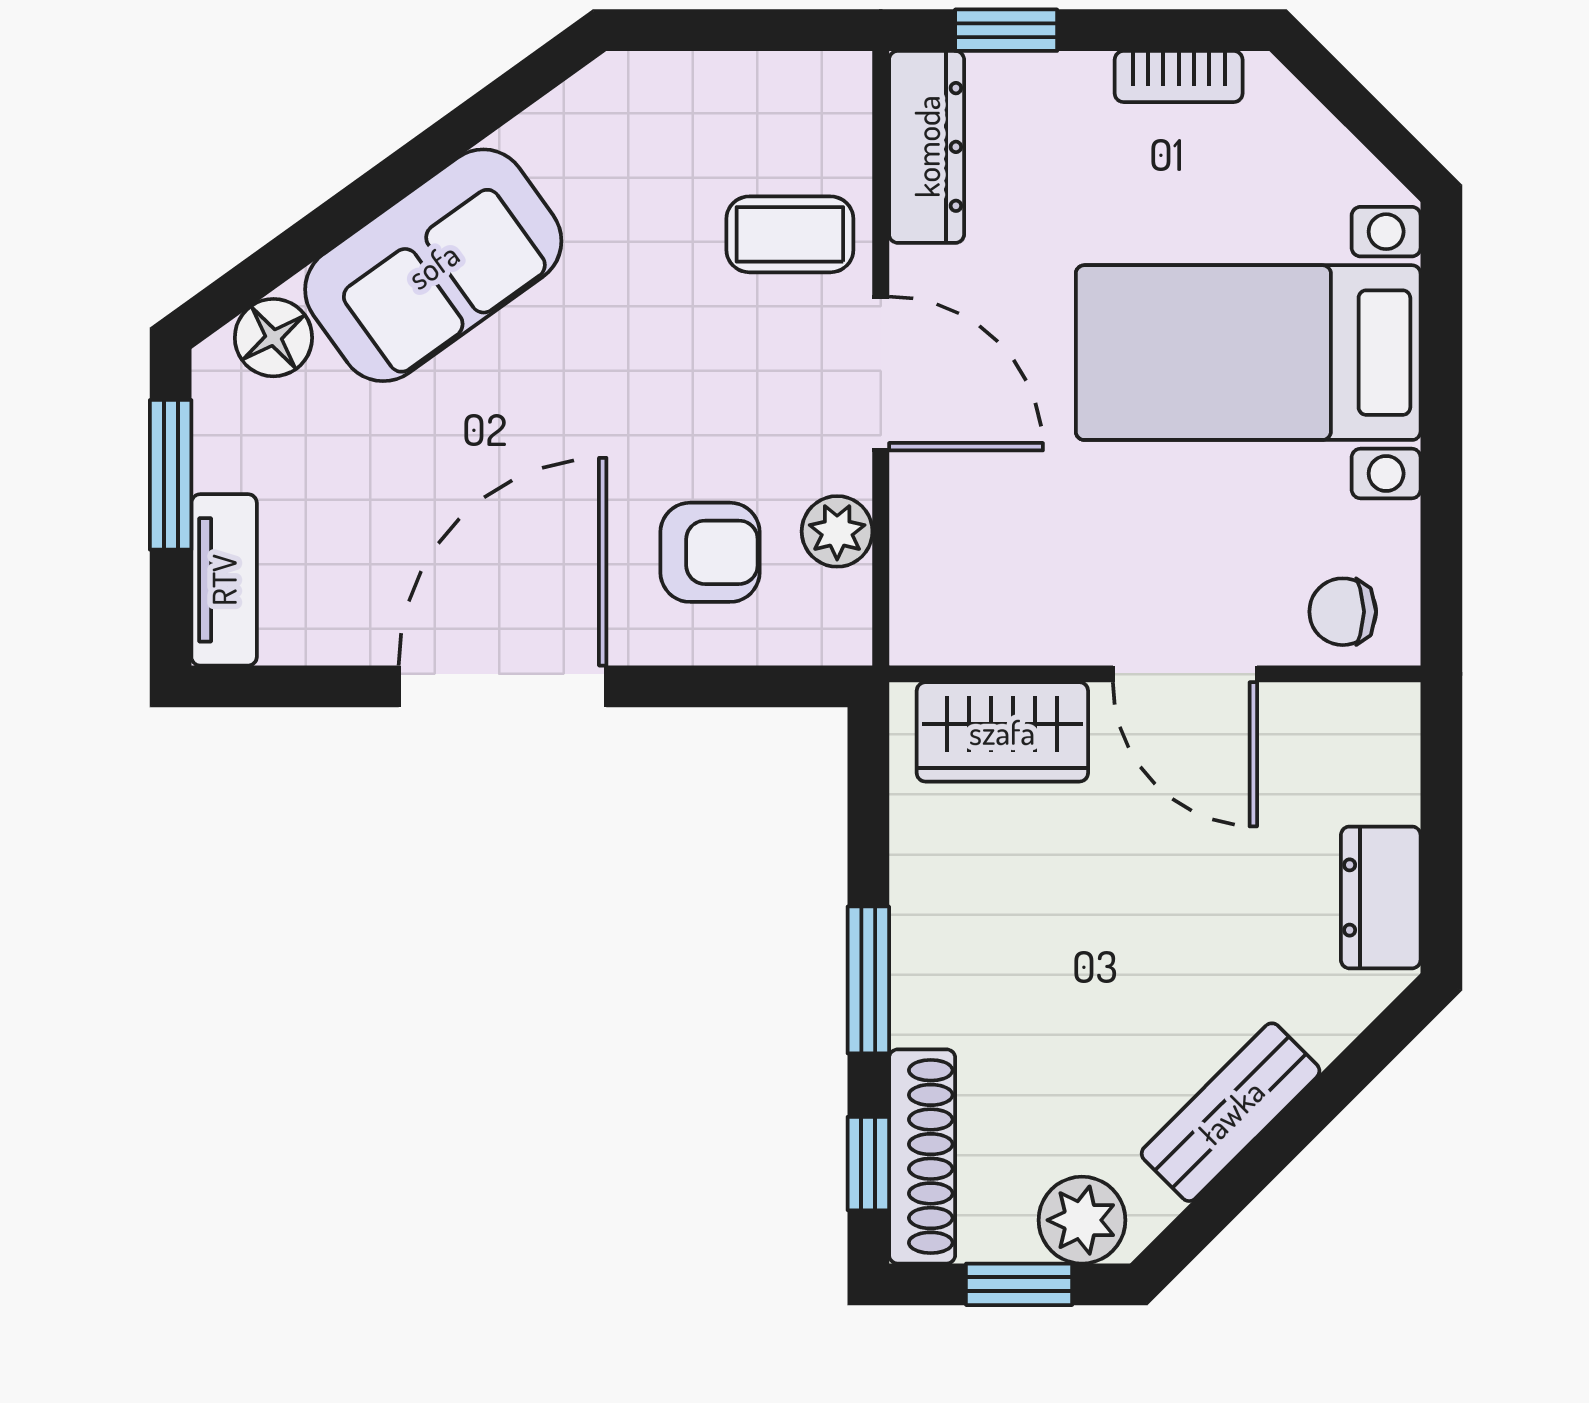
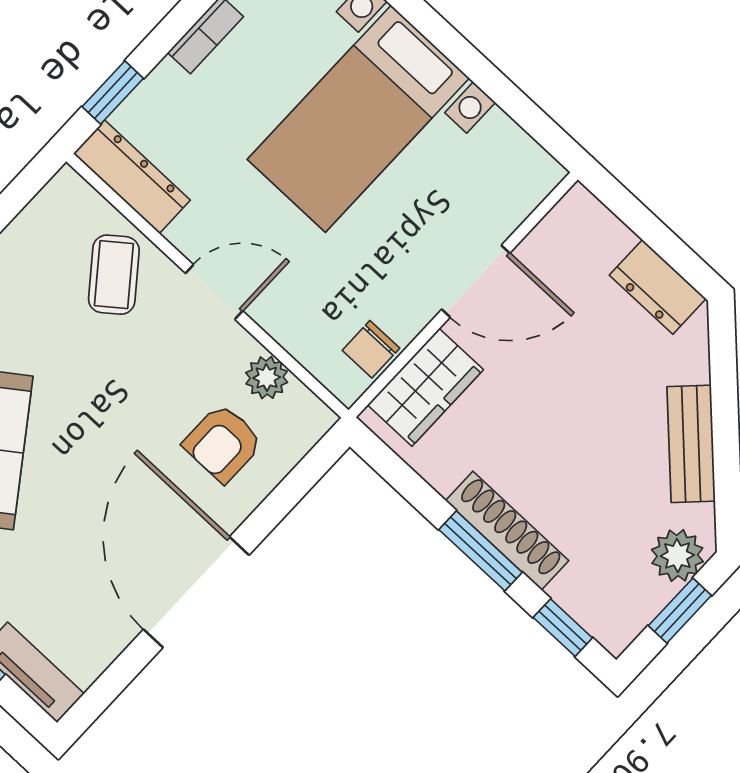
coffee table: (790, 234) -> (114, 275), turned -38
door: (881, 373) -> (214, 292), width x0.73
armchair: (710, 552) -> (223, 443), turned 180
chair: (1343, 612) -> (371, 349), moved
shoe rack: (922, 1156) -> (507, 531), moved

